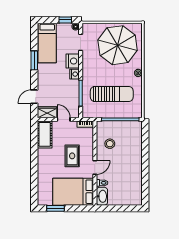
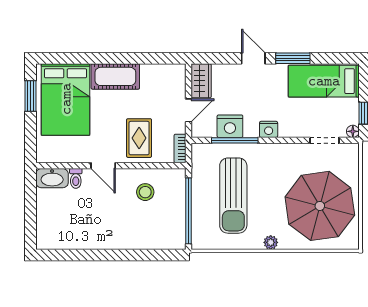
nightstand: (73, 61) -> (230, 126), moved
door: (34, 97) -> (253, 58), moved
cot: (45, 134) -> (115, 76), moved
rug: (72, 156) -> (139, 138), moved, turned 90
bed: (73, 192) -> (66, 99), moved, turned 180

